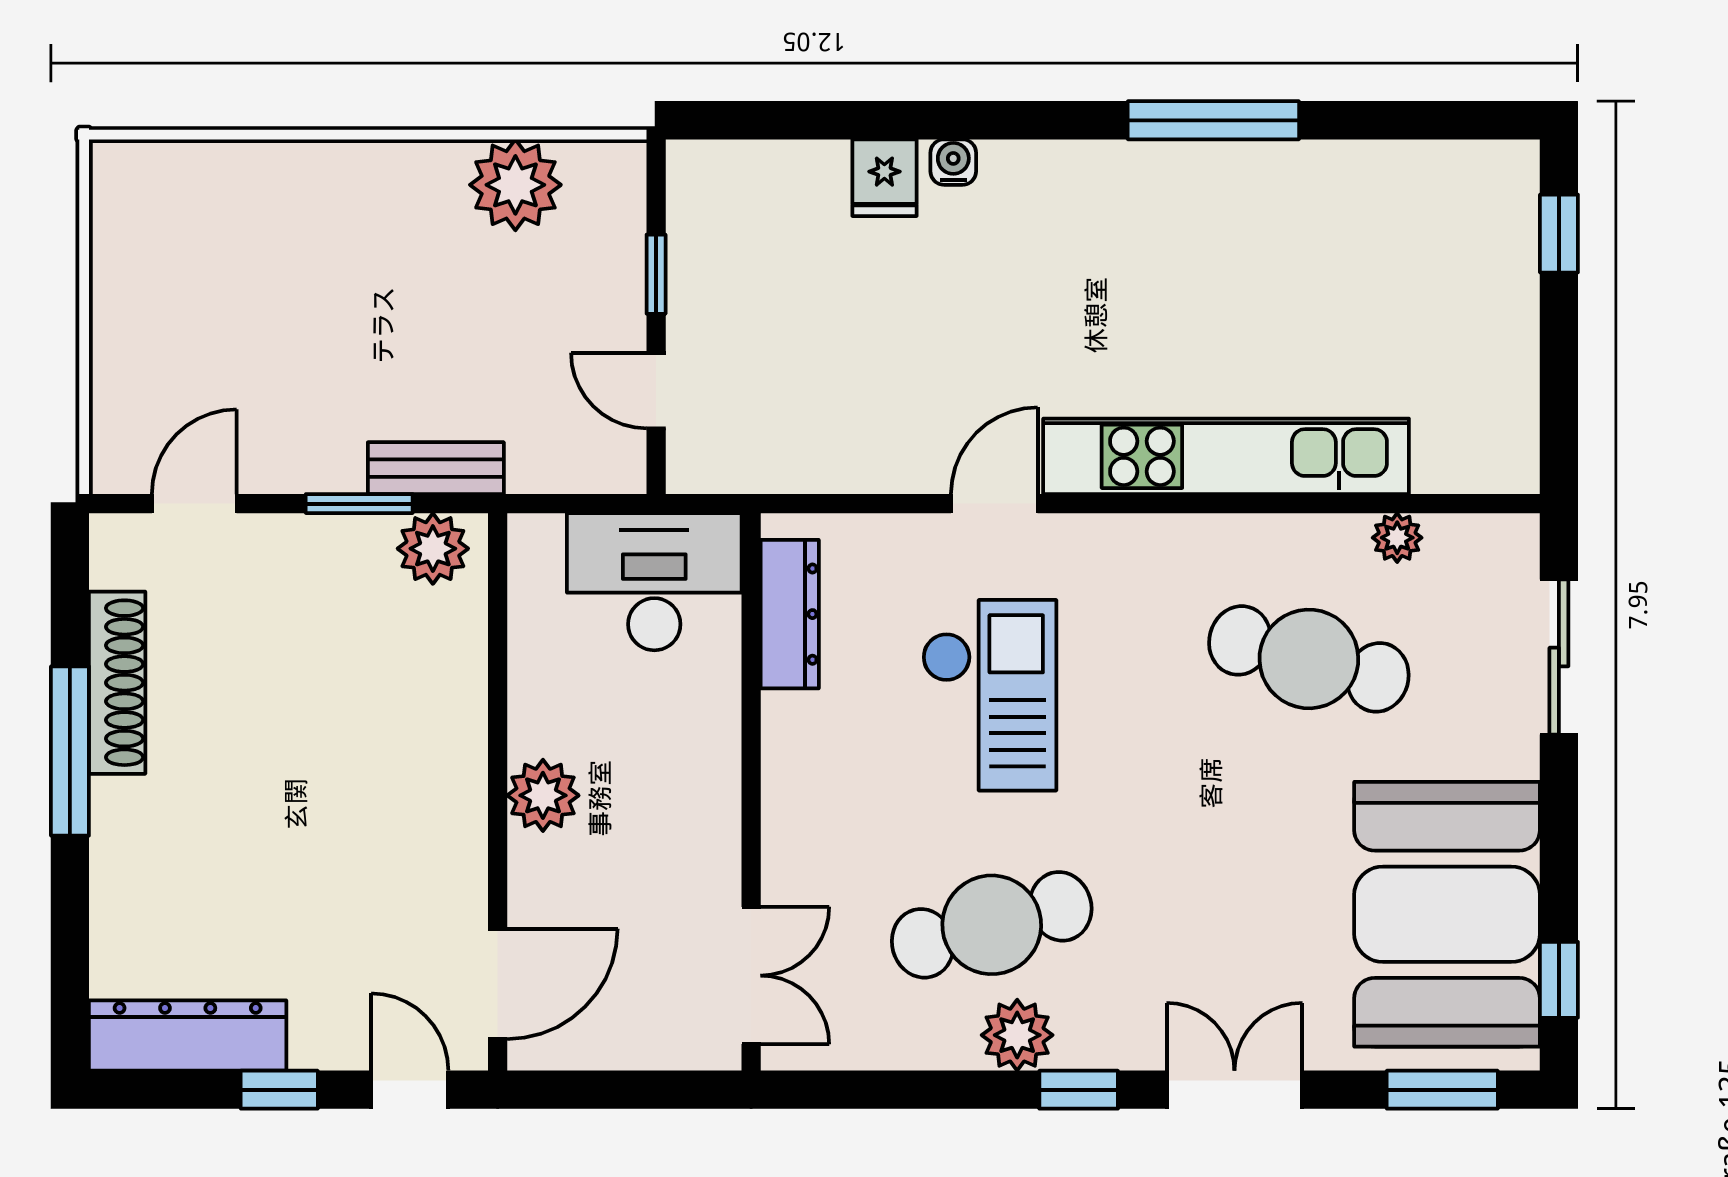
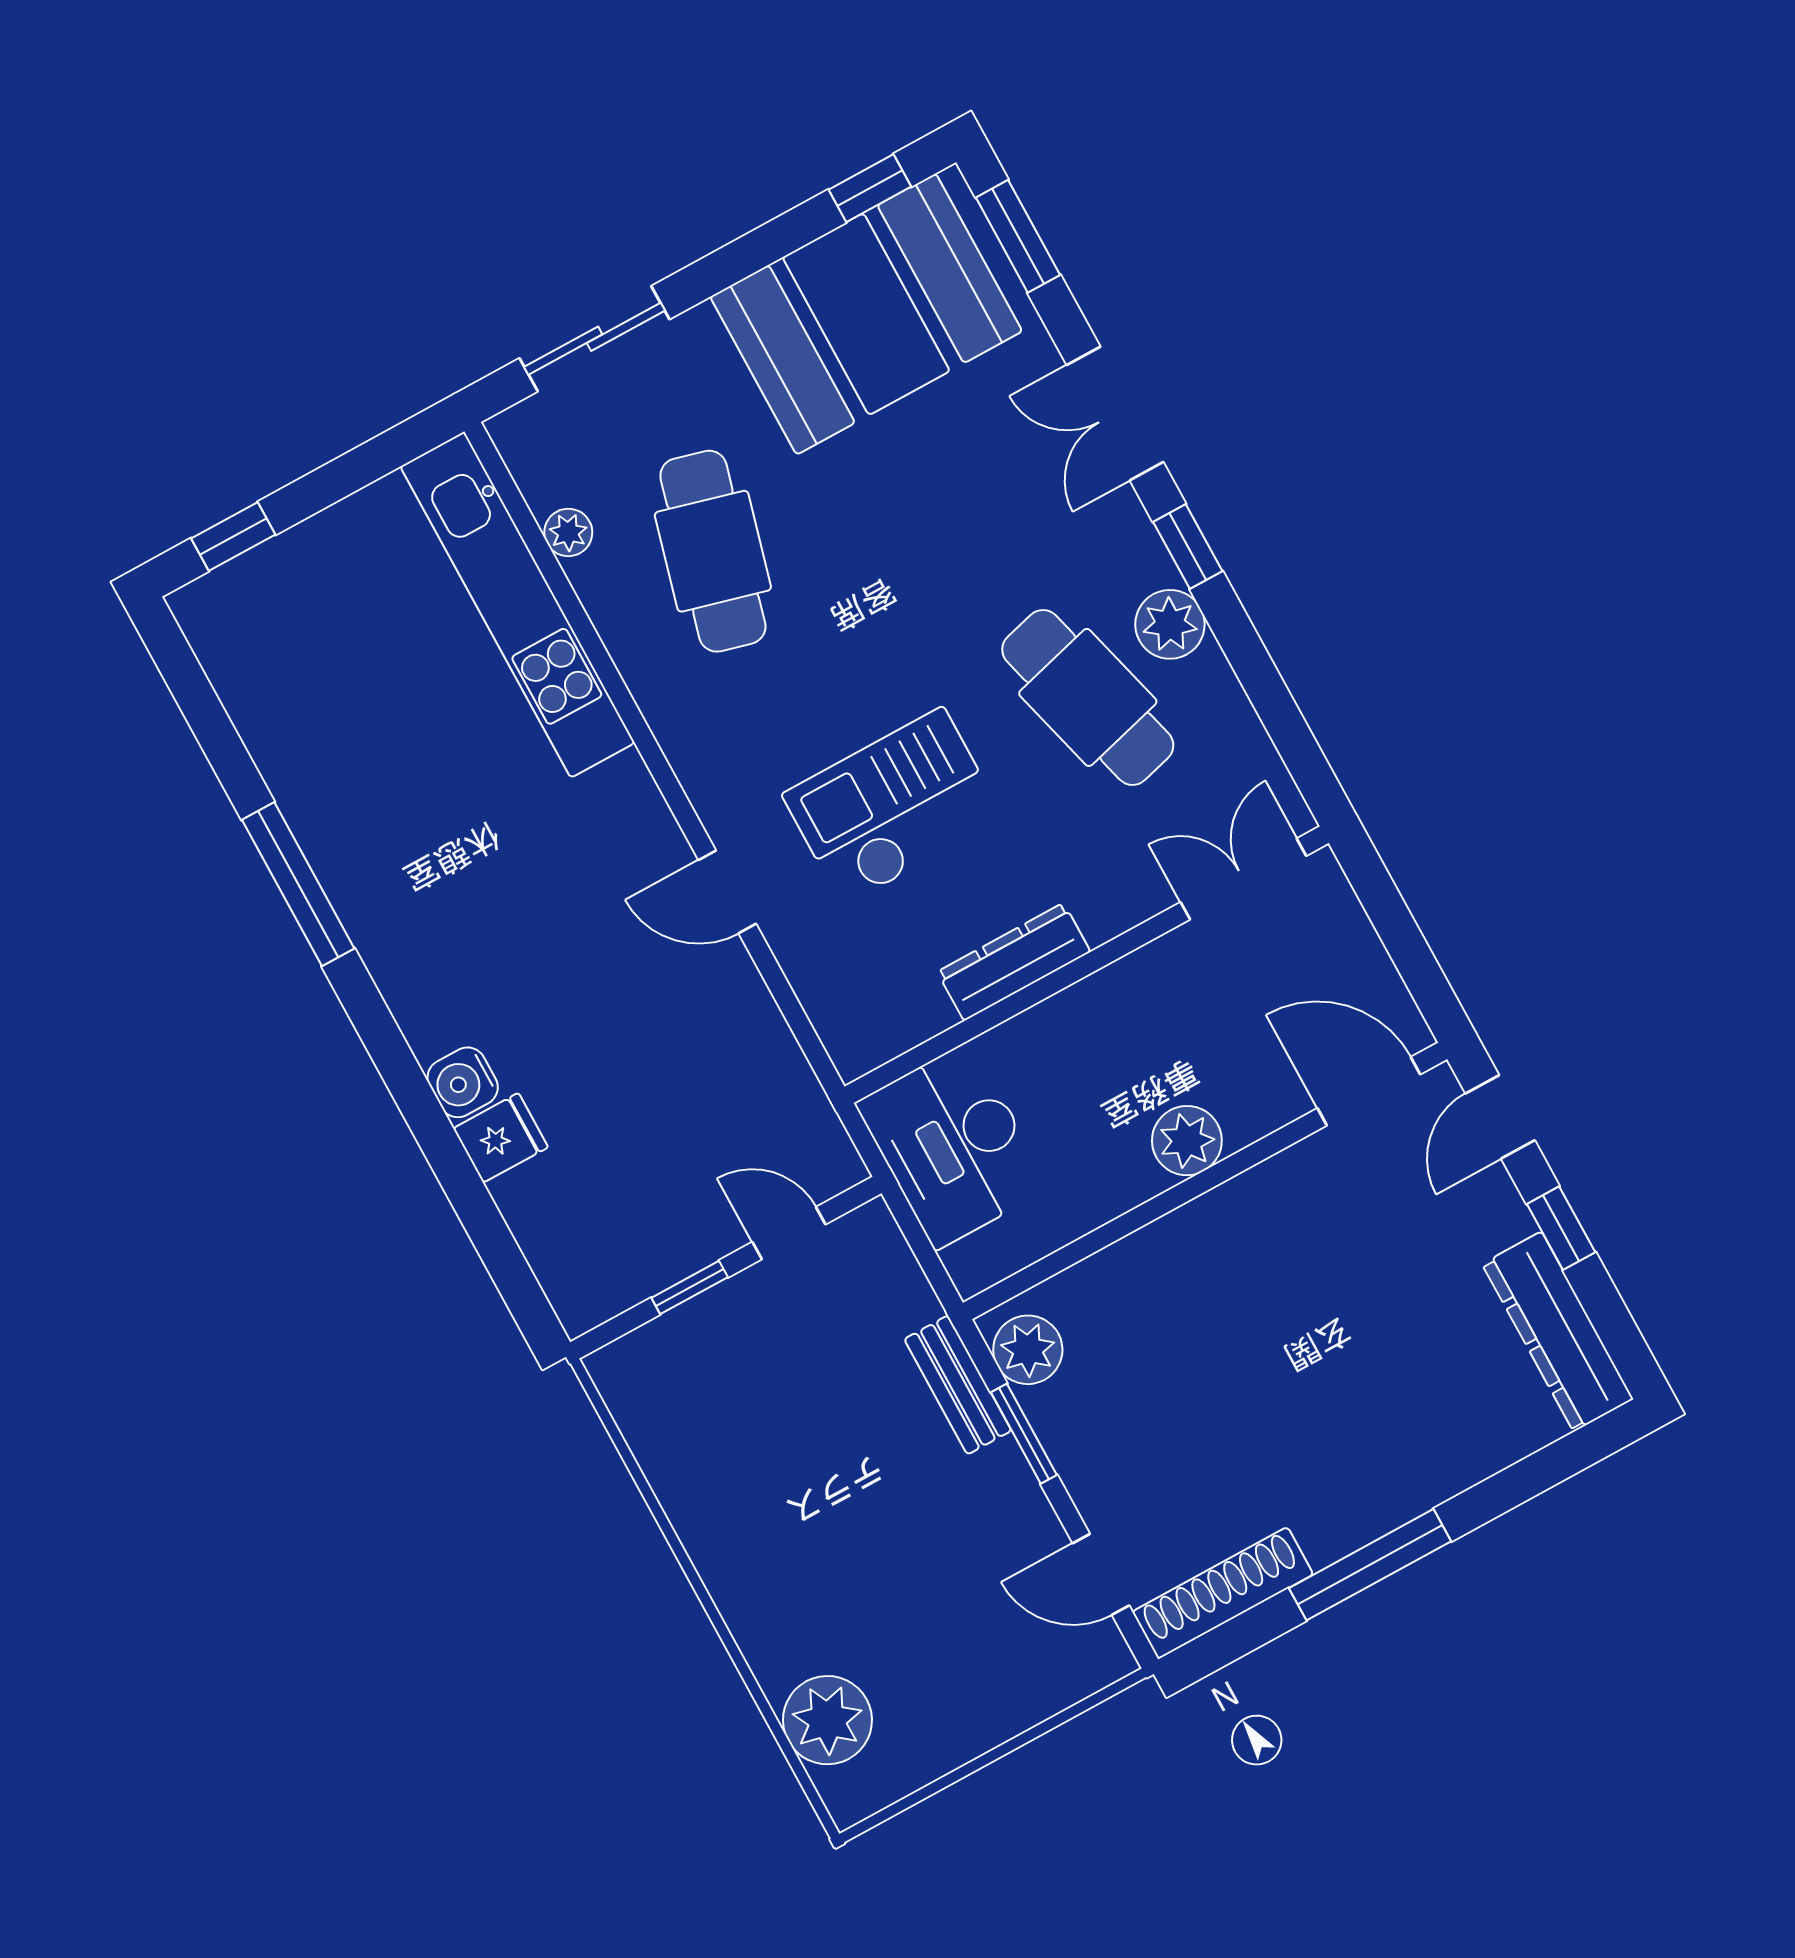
water cooler: (953, 162) -> (463, 1082), width x1.38, depth x1.38
plant: (515, 185) -> (827, 1720), moved
door: (656, 391) -> (789, 1233), swing flipped
kitchen unit: (1226, 456) -> (518, 605), moved
dresser: (790, 614) -> (1014, 962), moved
shoe rack: (117, 683) -> (1223, 1593), moved

